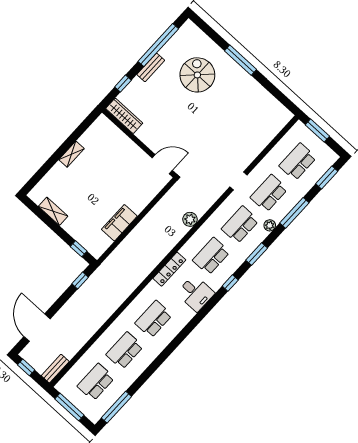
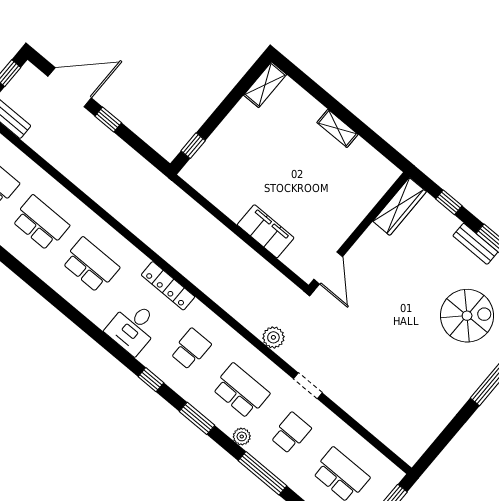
school desk: (269, 193) -> (291, 433), width x0.54
shelving: (53, 211) -> (265, 85), moved
plant: (190, 219) -> (273, 337), moved
filing cabinet: (119, 223) -> (266, 231), moved
school desk: (211, 256) -> (191, 349), width x0.54
window: (80, 281) -> (108, 120), moved

